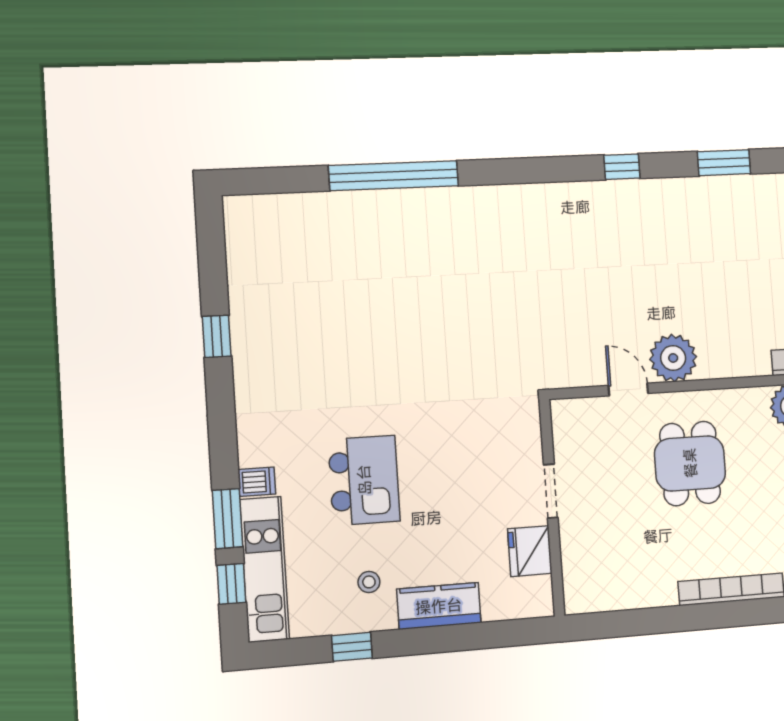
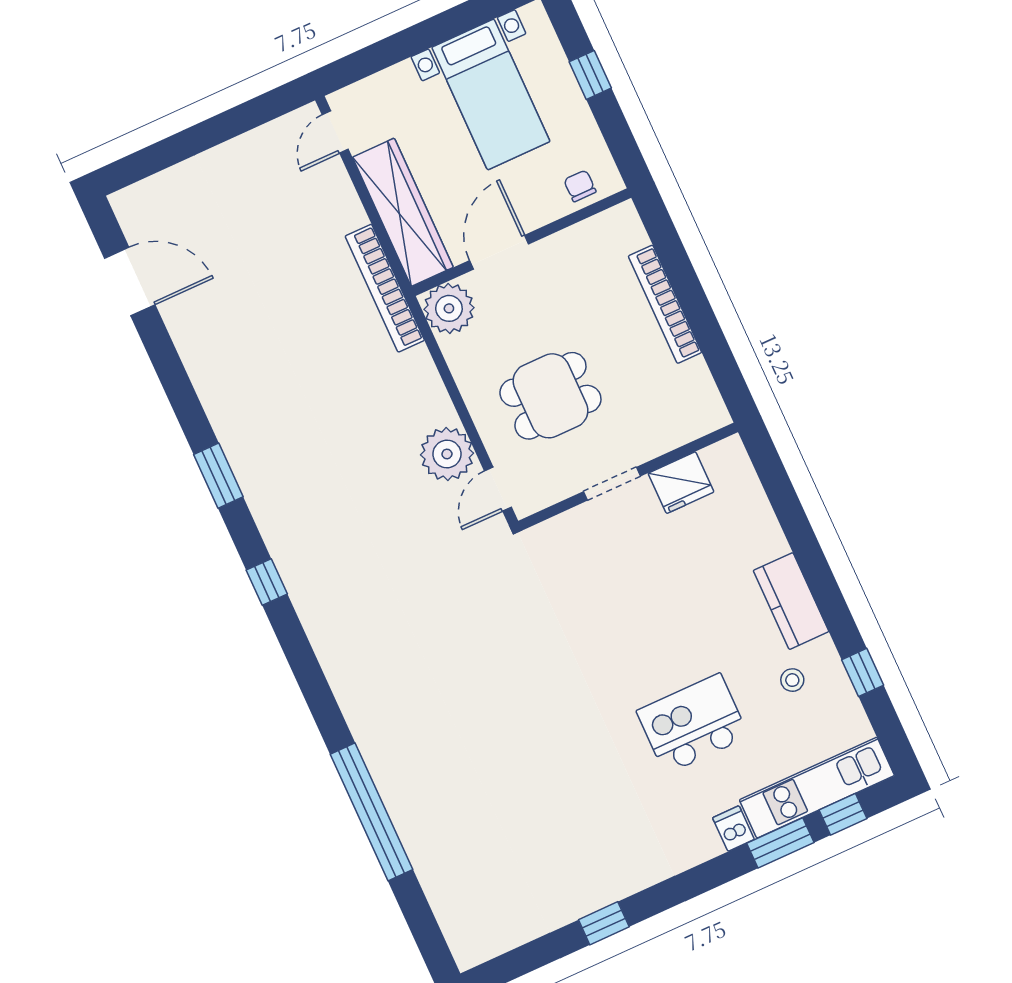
doorway: (551, 491) -> (612, 484), moved
wall: (552, 507) -> (628, 476), moved
fridge: (530, 551) -> (681, 483), moved

